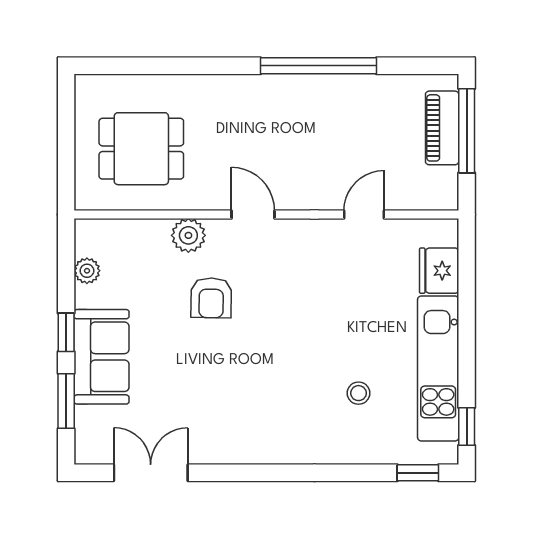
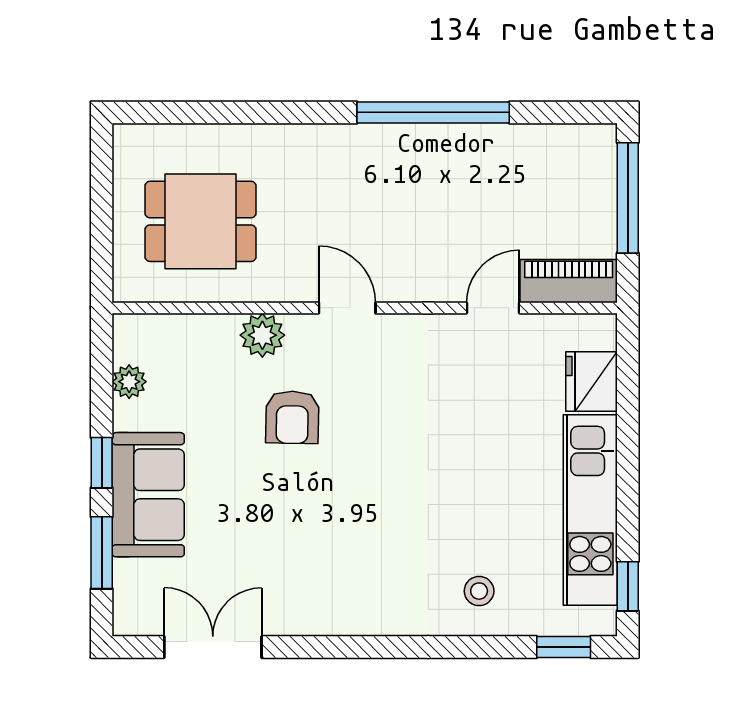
piano: (442, 128) -> (569, 281), moved, turned 90
stool: (359, 393) -> (479, 591), moved

